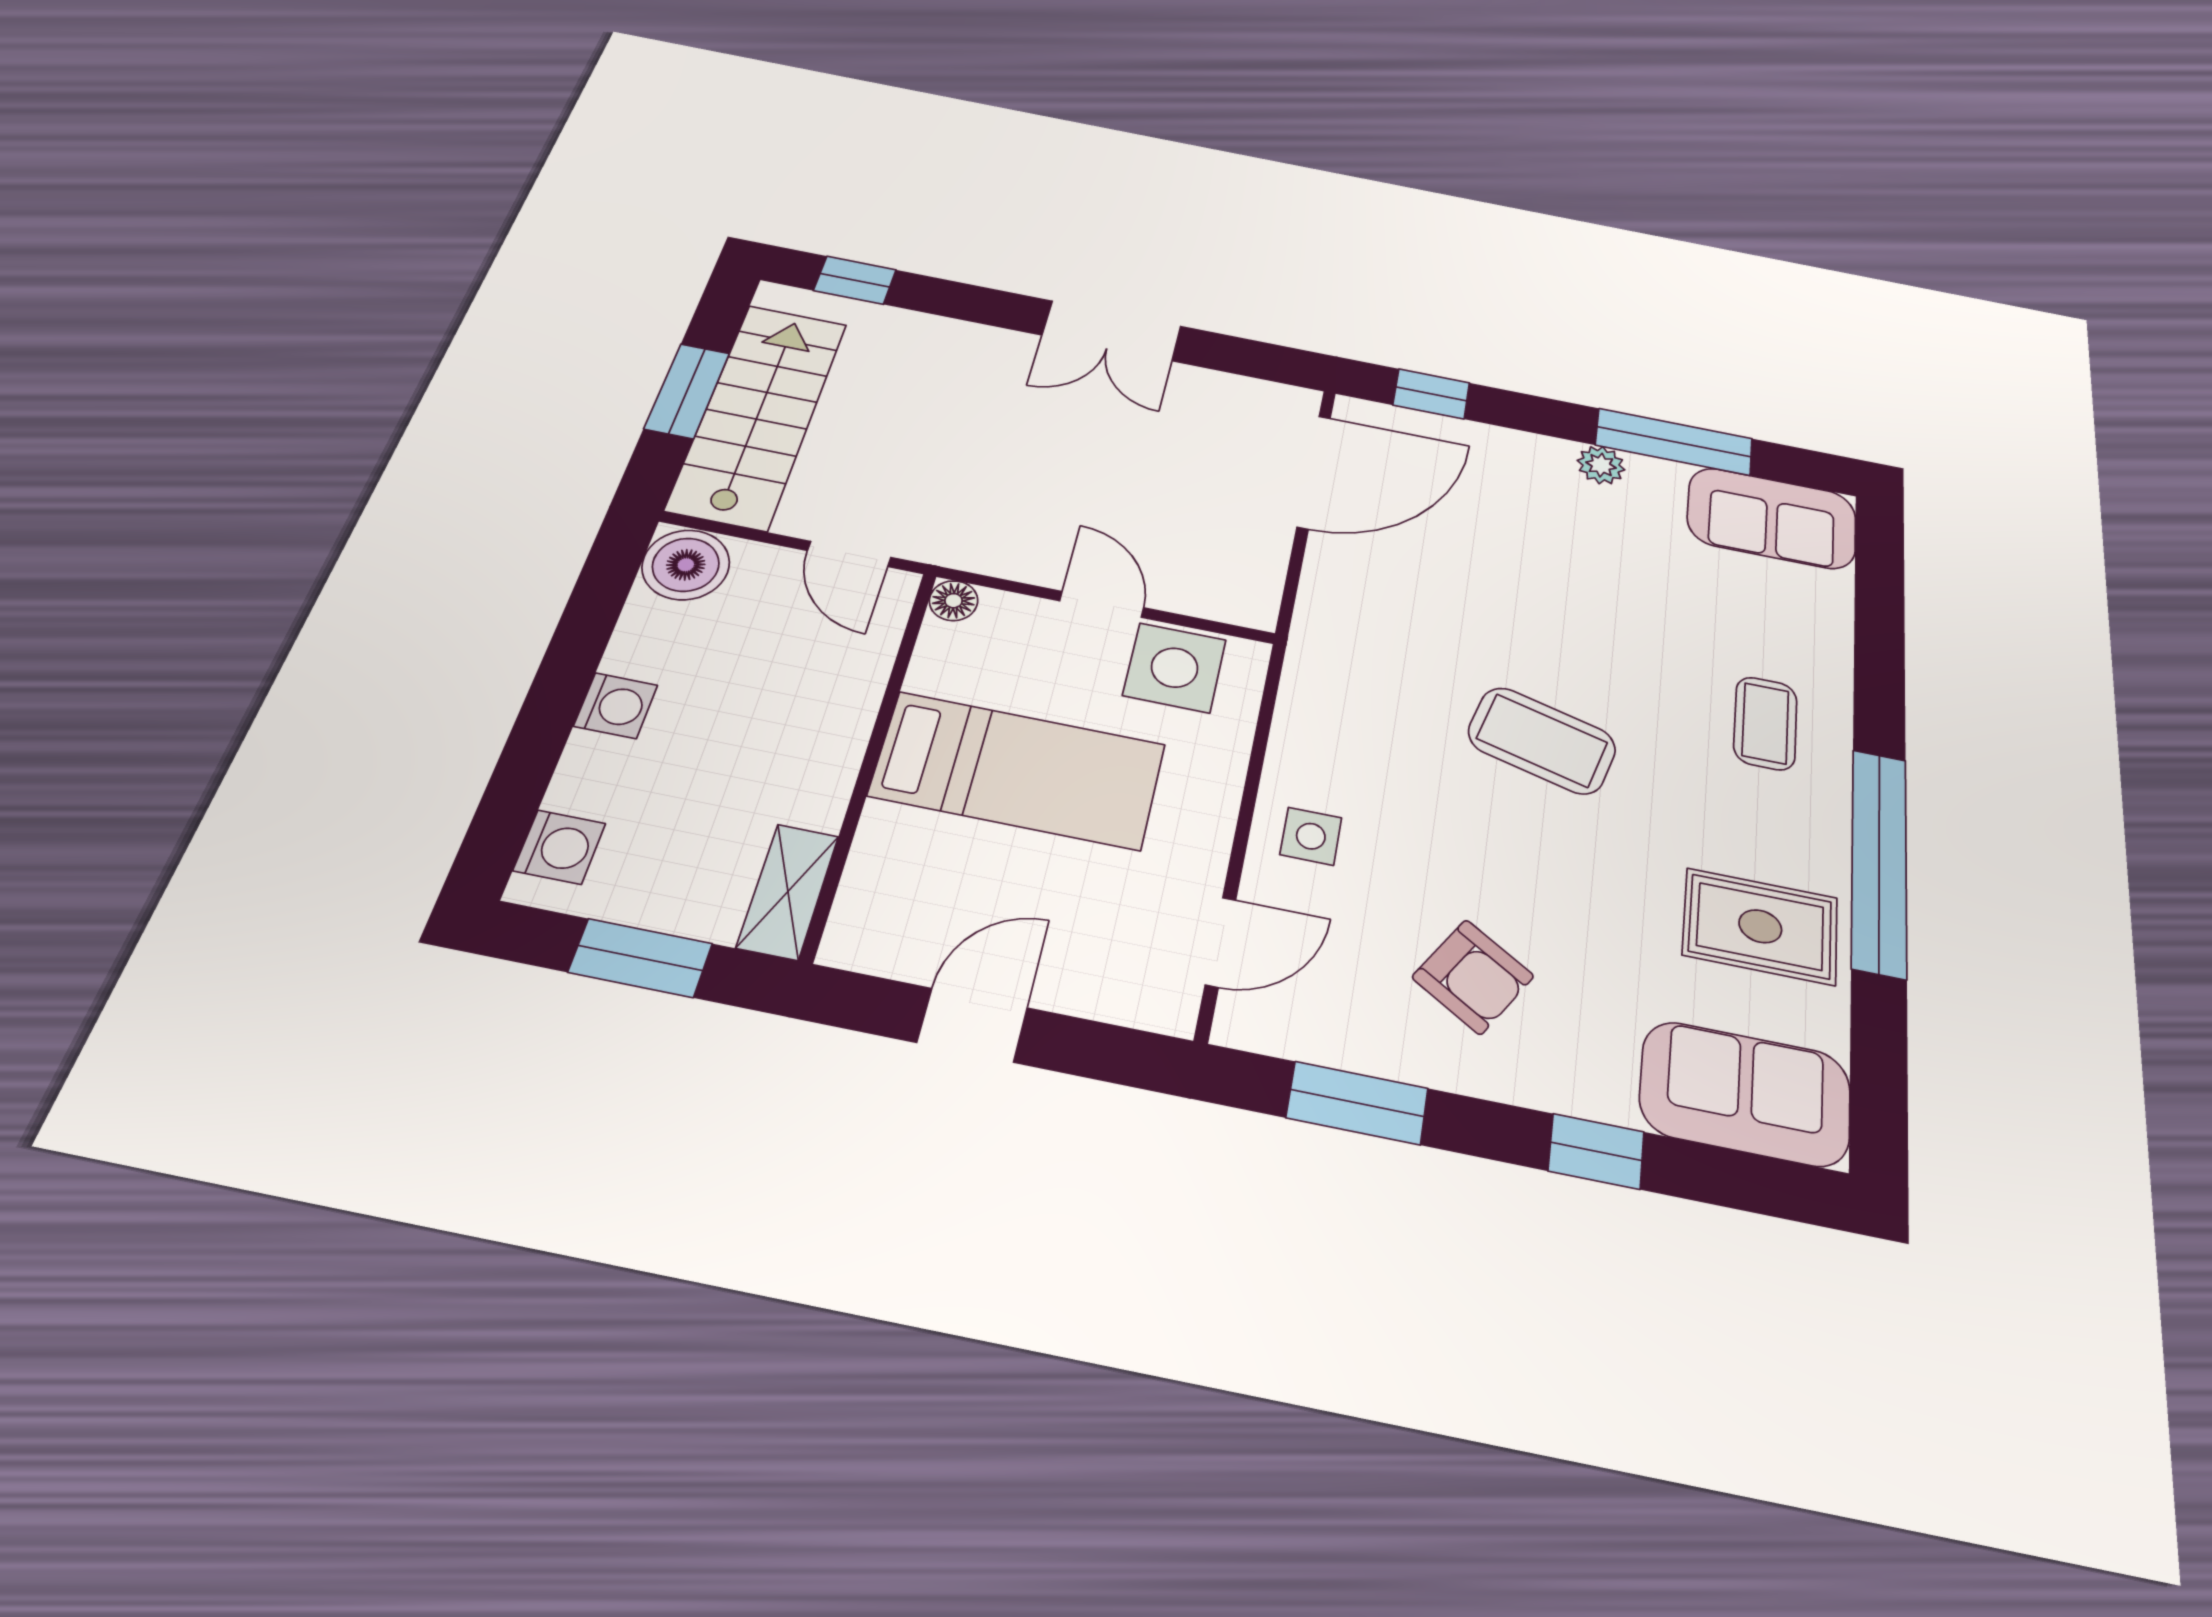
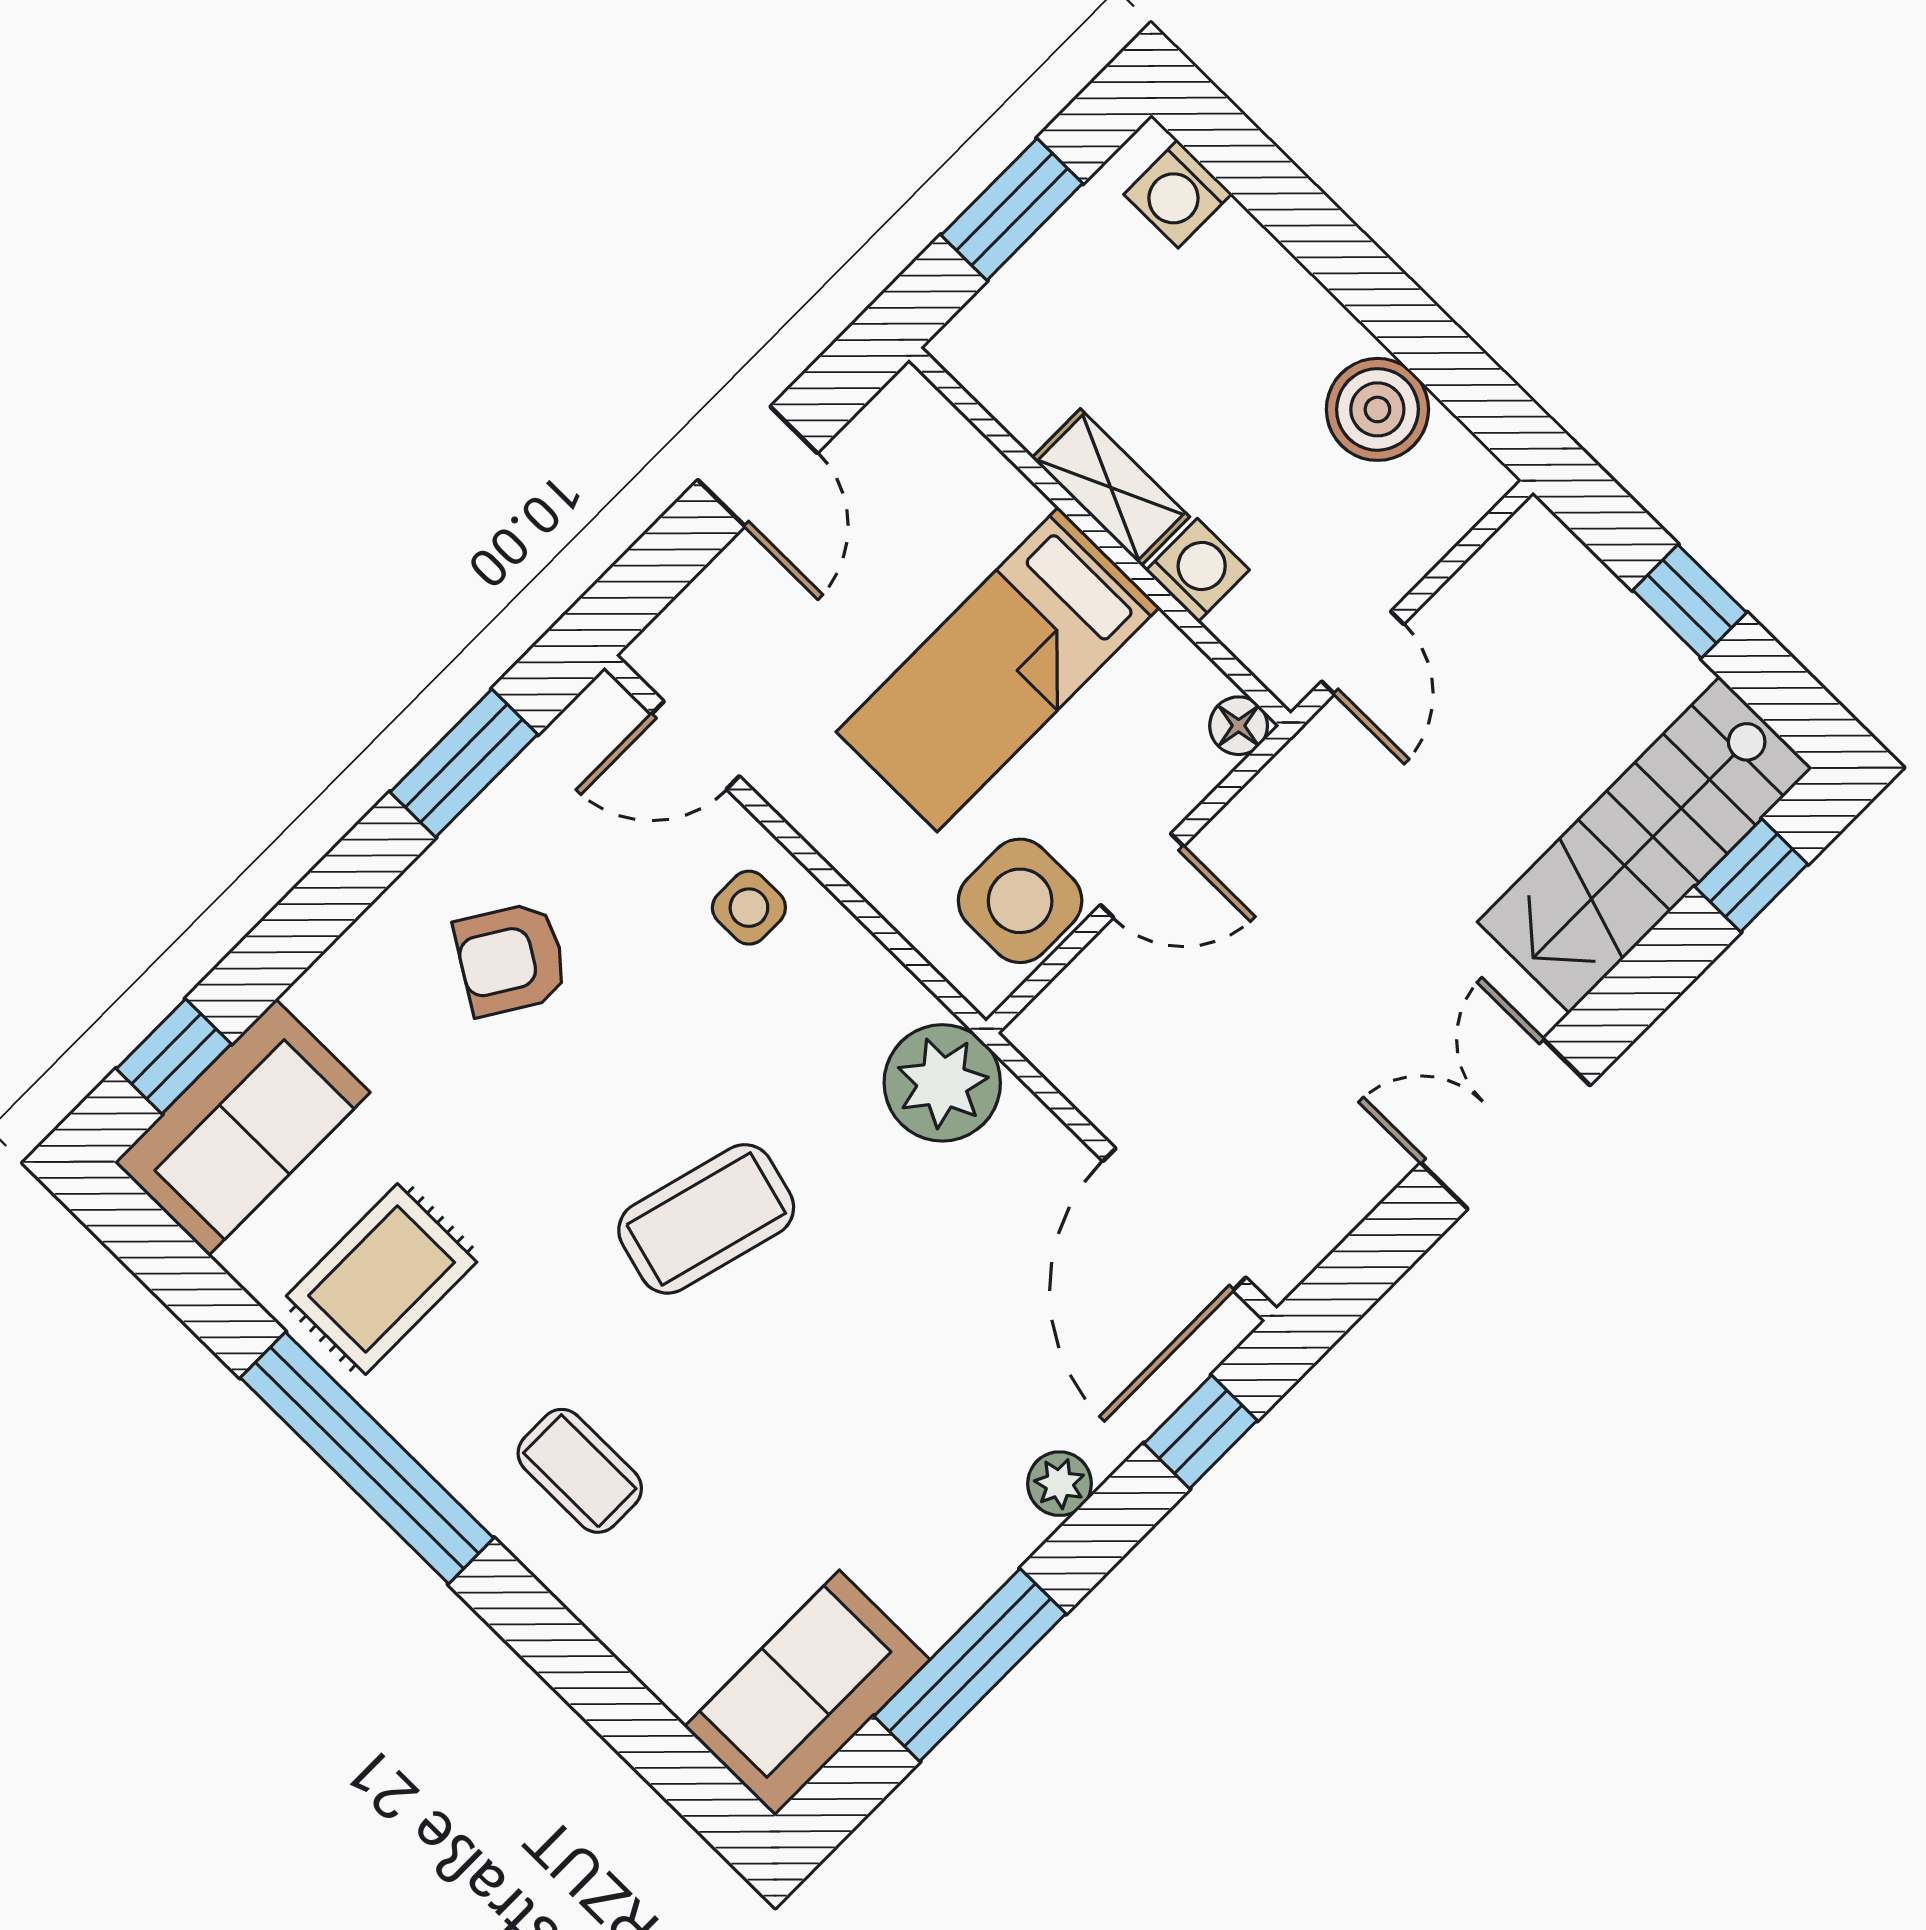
window: (687, 391) -> (1690, 601), width x0.67
stairs: (758, 415) -> (1645, 845), moved, turned 90
plant: (1601, 465) -> (1060, 1484), moved
door: (849, 554) -> (1363, 653), swing flipped
boiler: (686, 565) -> (1377, 409), moved
plant: (1335, 648) -> (942, 1083), added
washing machine: (616, 706) -> (1198, 570), moved, turned 180
shelving: (788, 891) -> (1111, 487), moved
door: (1221, 942) -> (695, 745), hinge flipped
window: (1596, 1151) -> (174, 1056), moved

